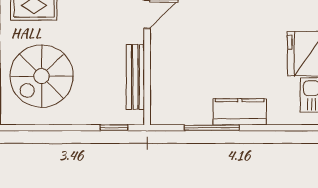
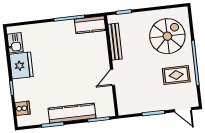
kitchen counter: (240, 112) -> (90, 25), moved

